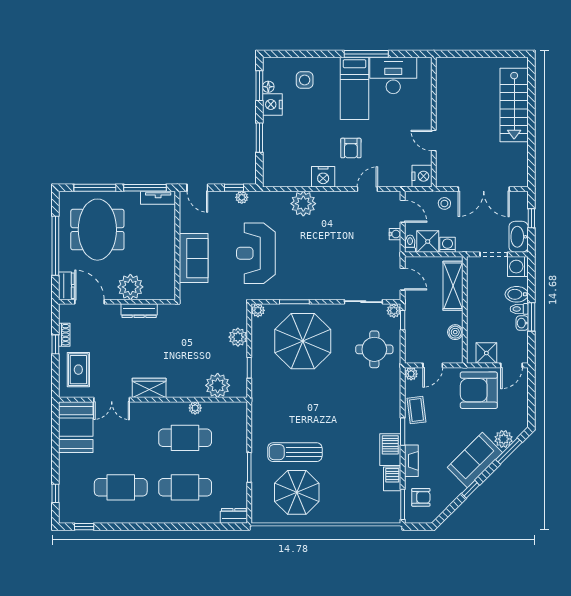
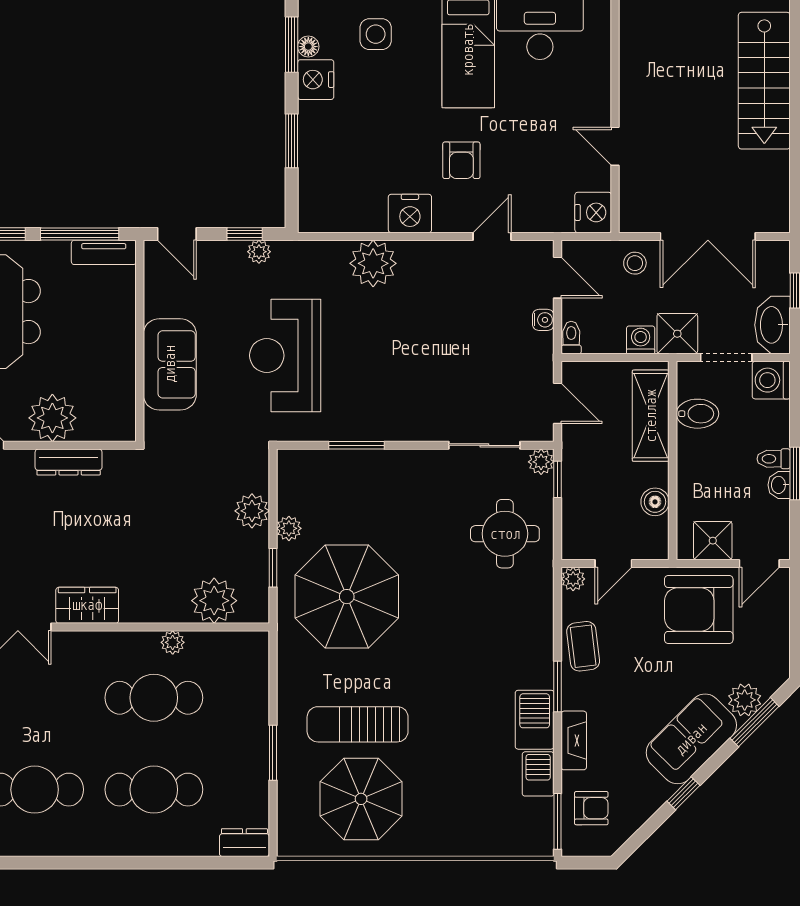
shower: (428, 242) -> (677, 334), moved
bidet: (517, 294) -> (697, 414), moved, turned 180
plant: (258, 310) -> (289, 528), moved
parasol: (303, 341) -> (347, 597), moved

